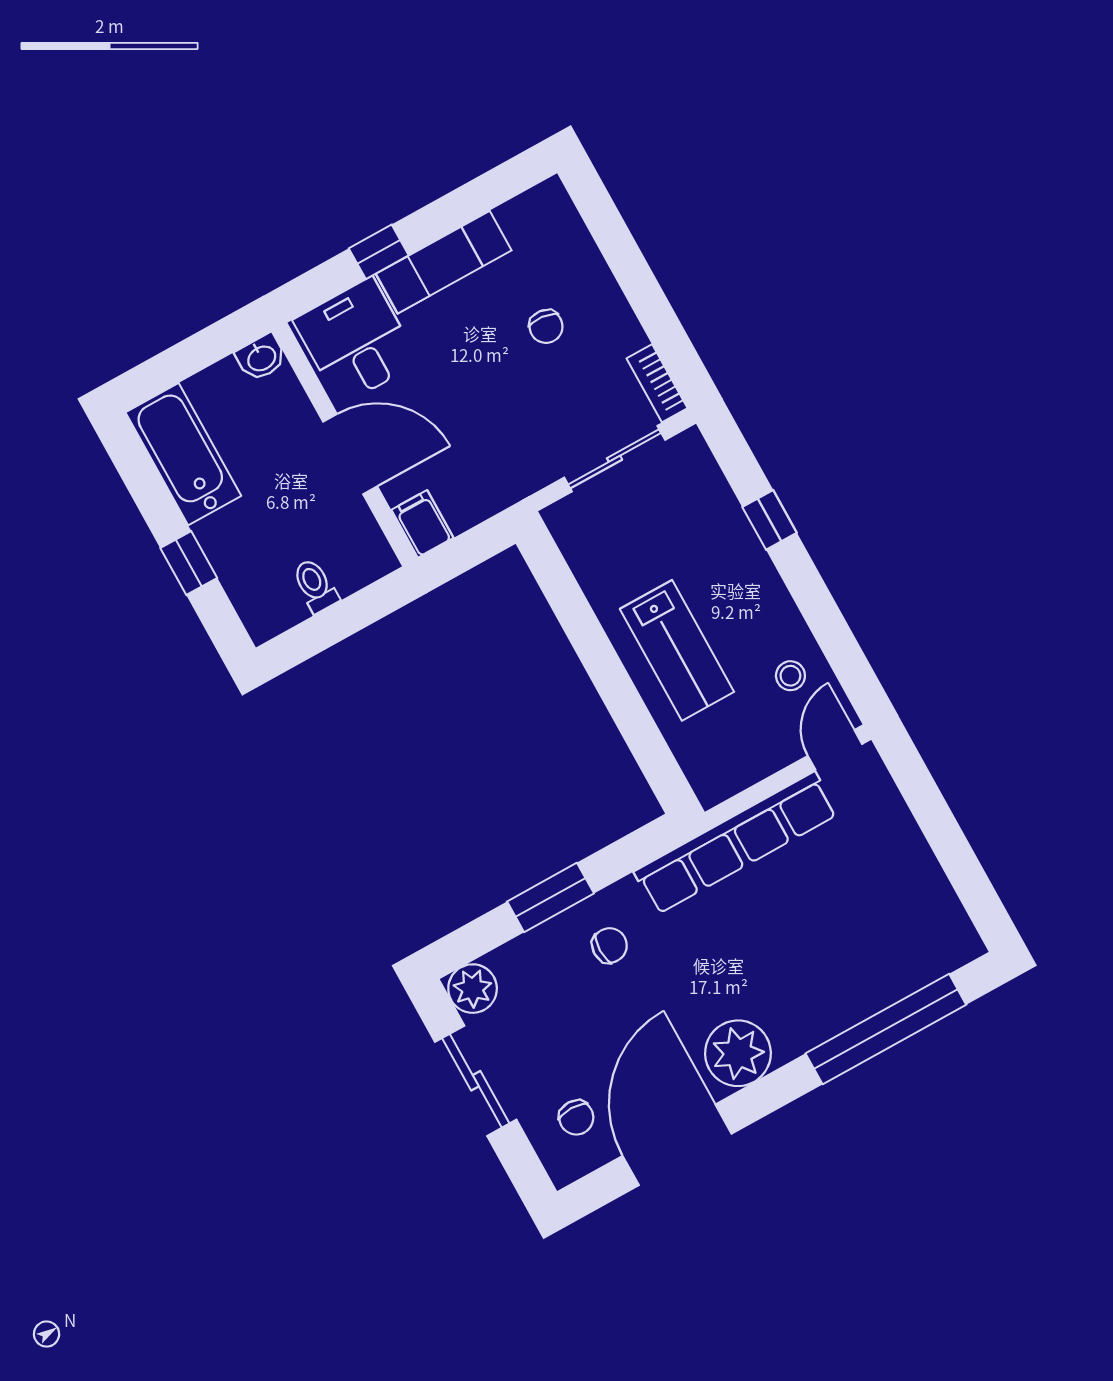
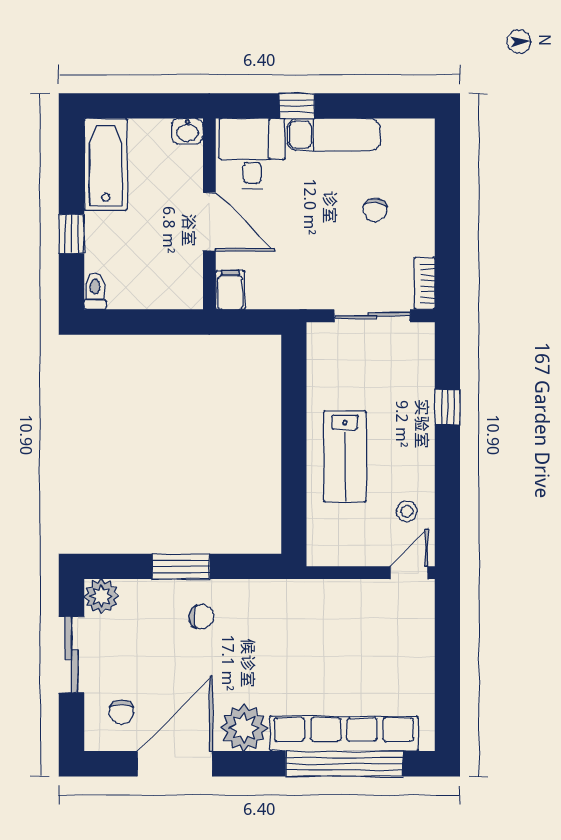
toilet: (315, 586) -> (95, 291), moved
row of seats: (736, 843) -> (344, 734), moved, turned 180

